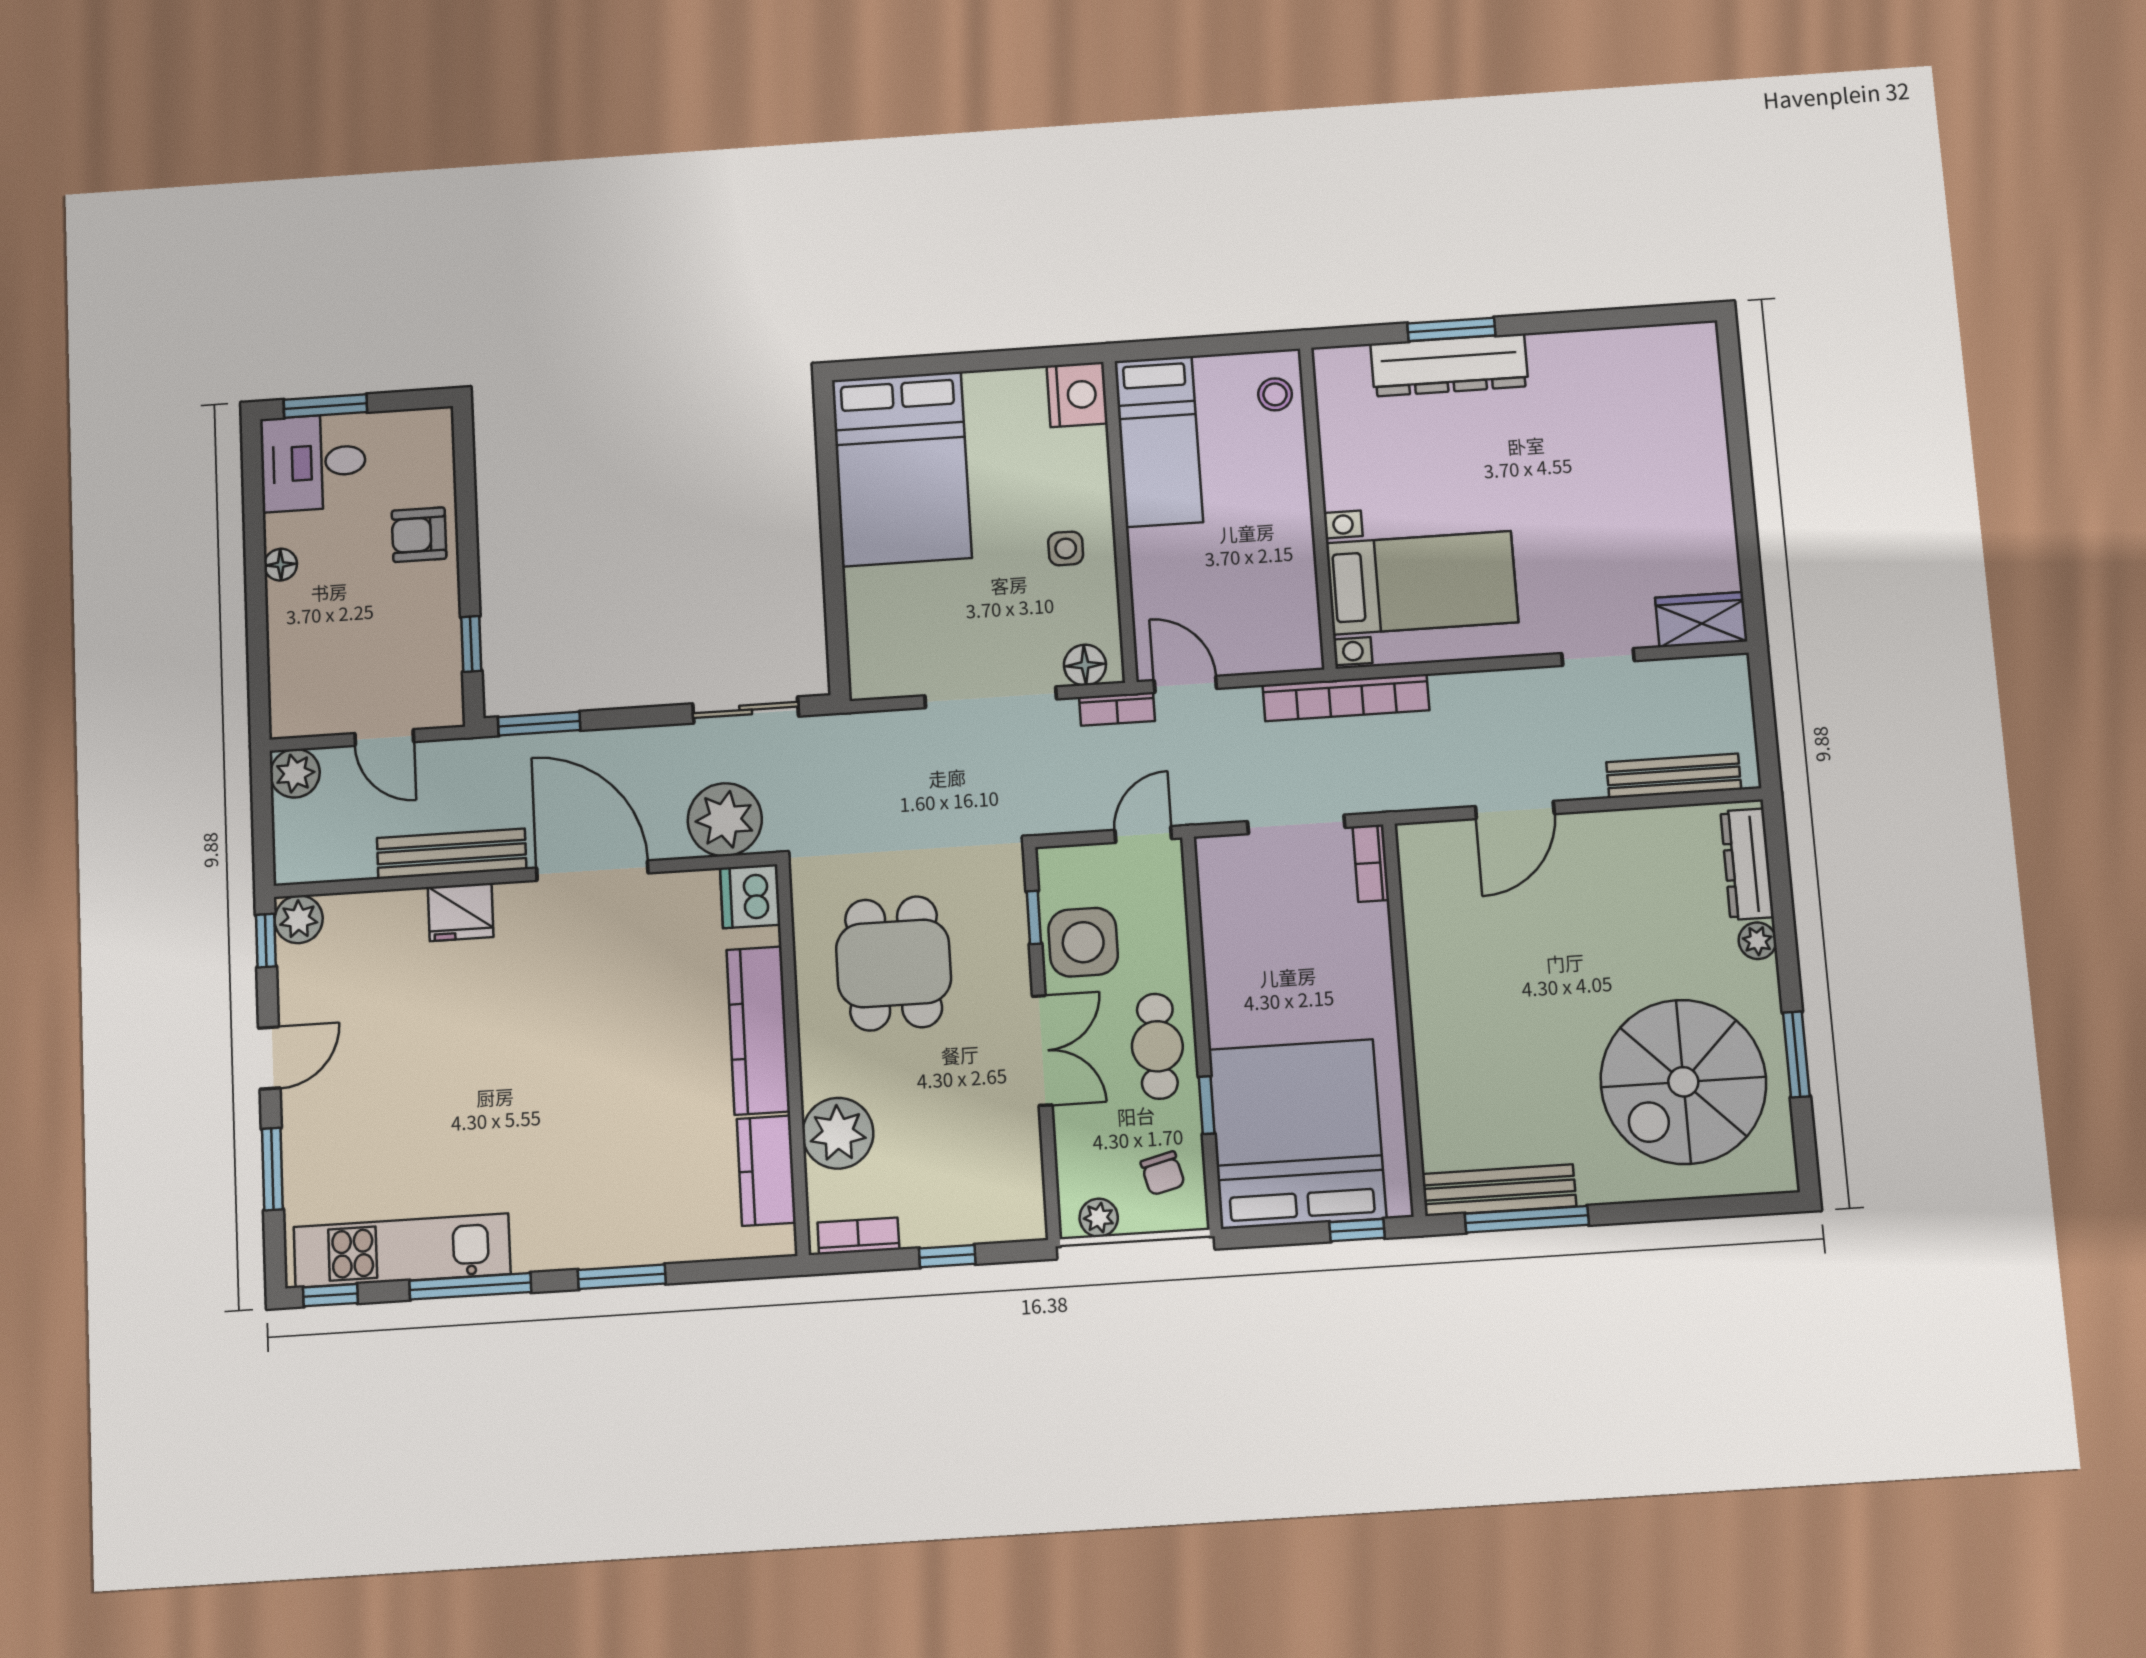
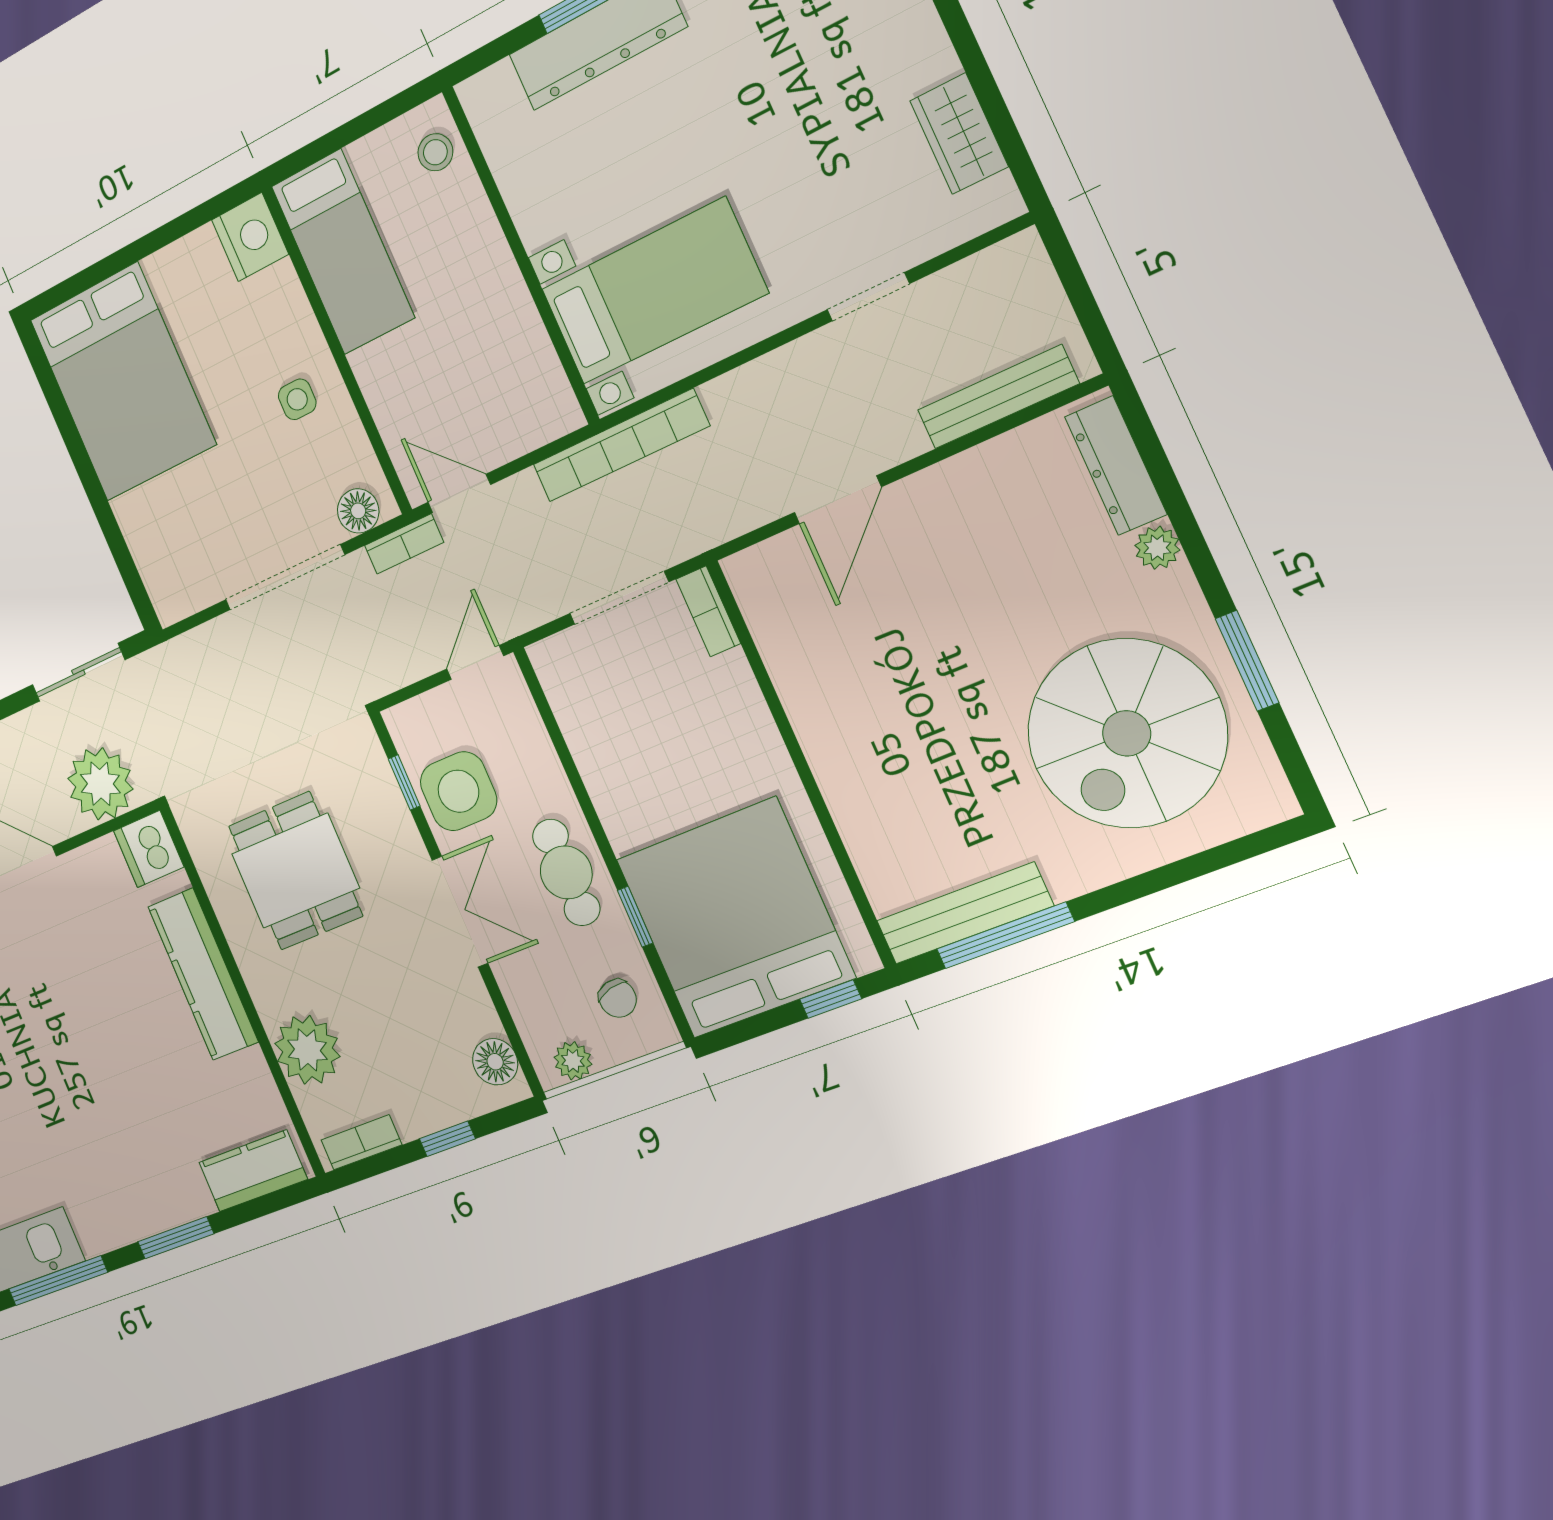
wardrobe: (1701, 620) -> (959, 134), moved, turned -90
kitchen counter: (766, 1171) -> (253, 1171), moved, turned 90
floor lamp: (1023, 1197) -> (495, 1062), added

